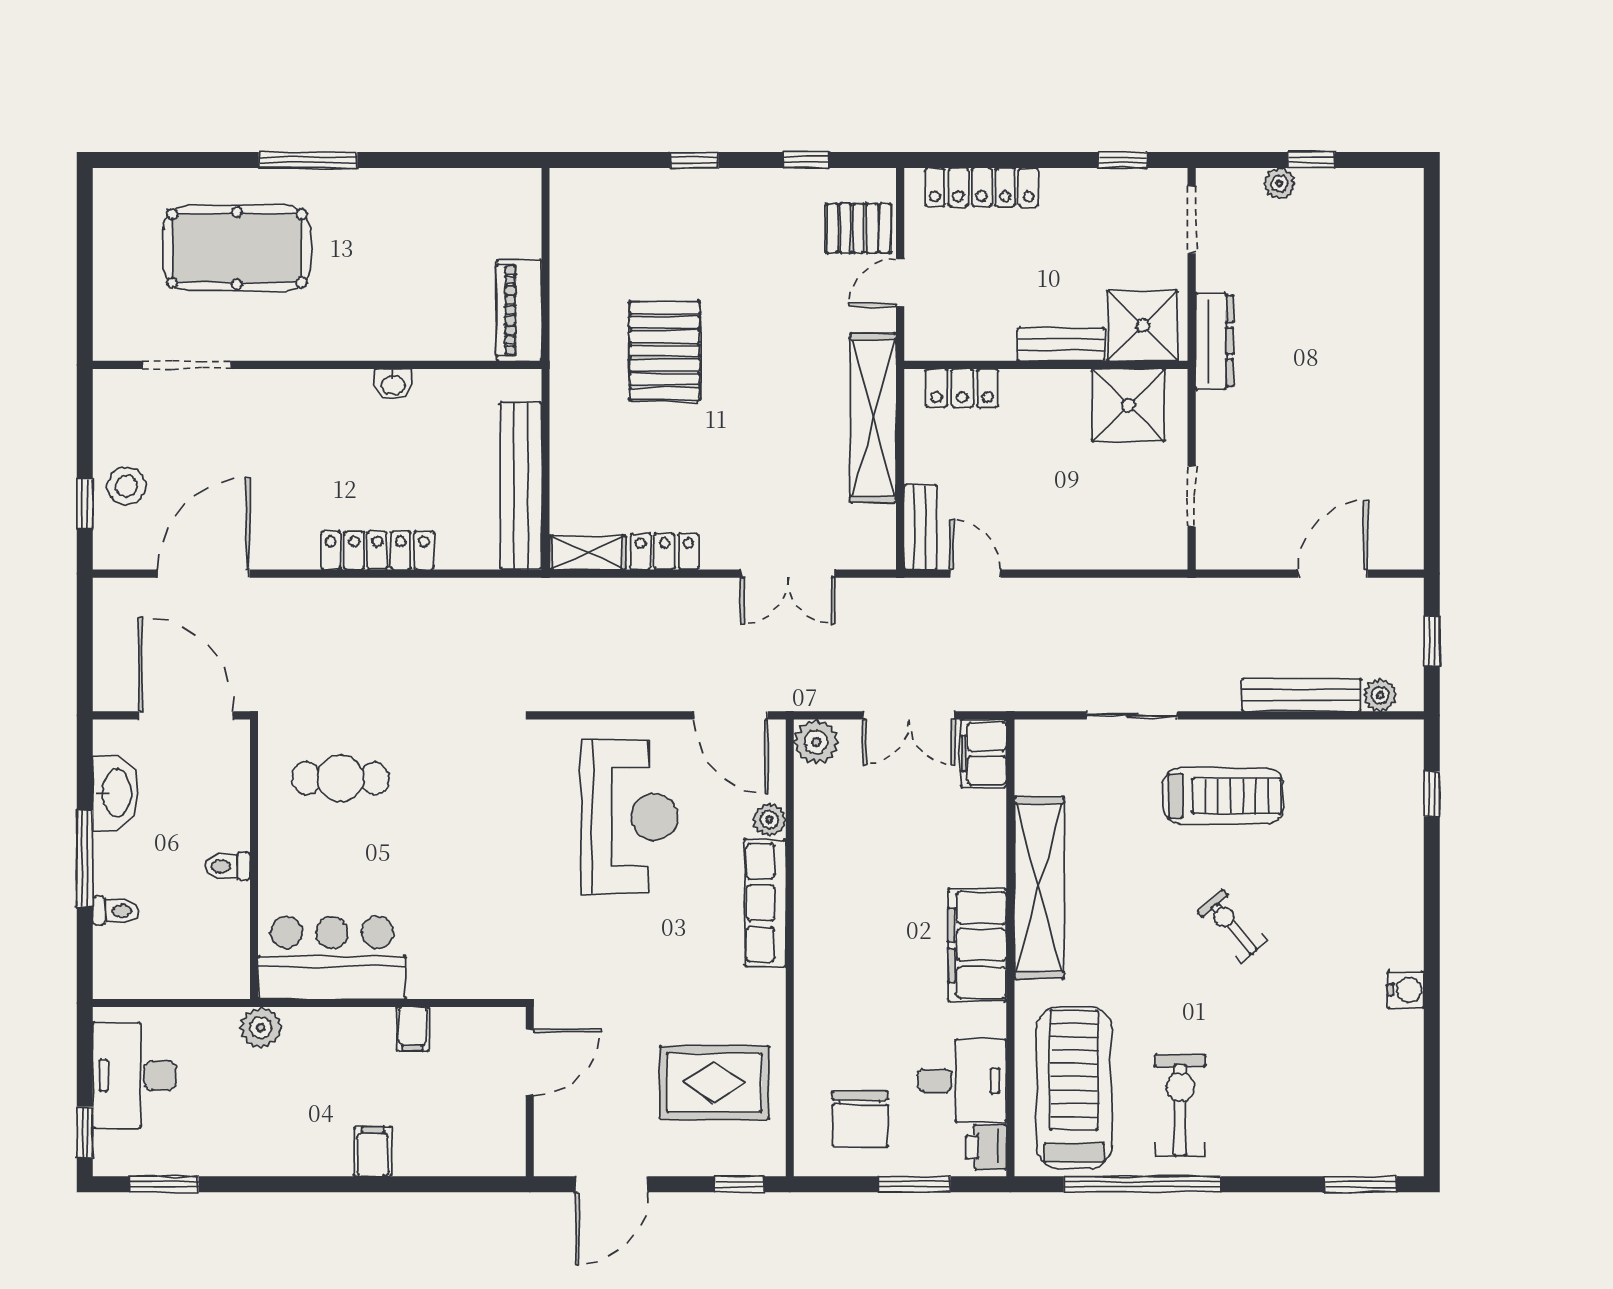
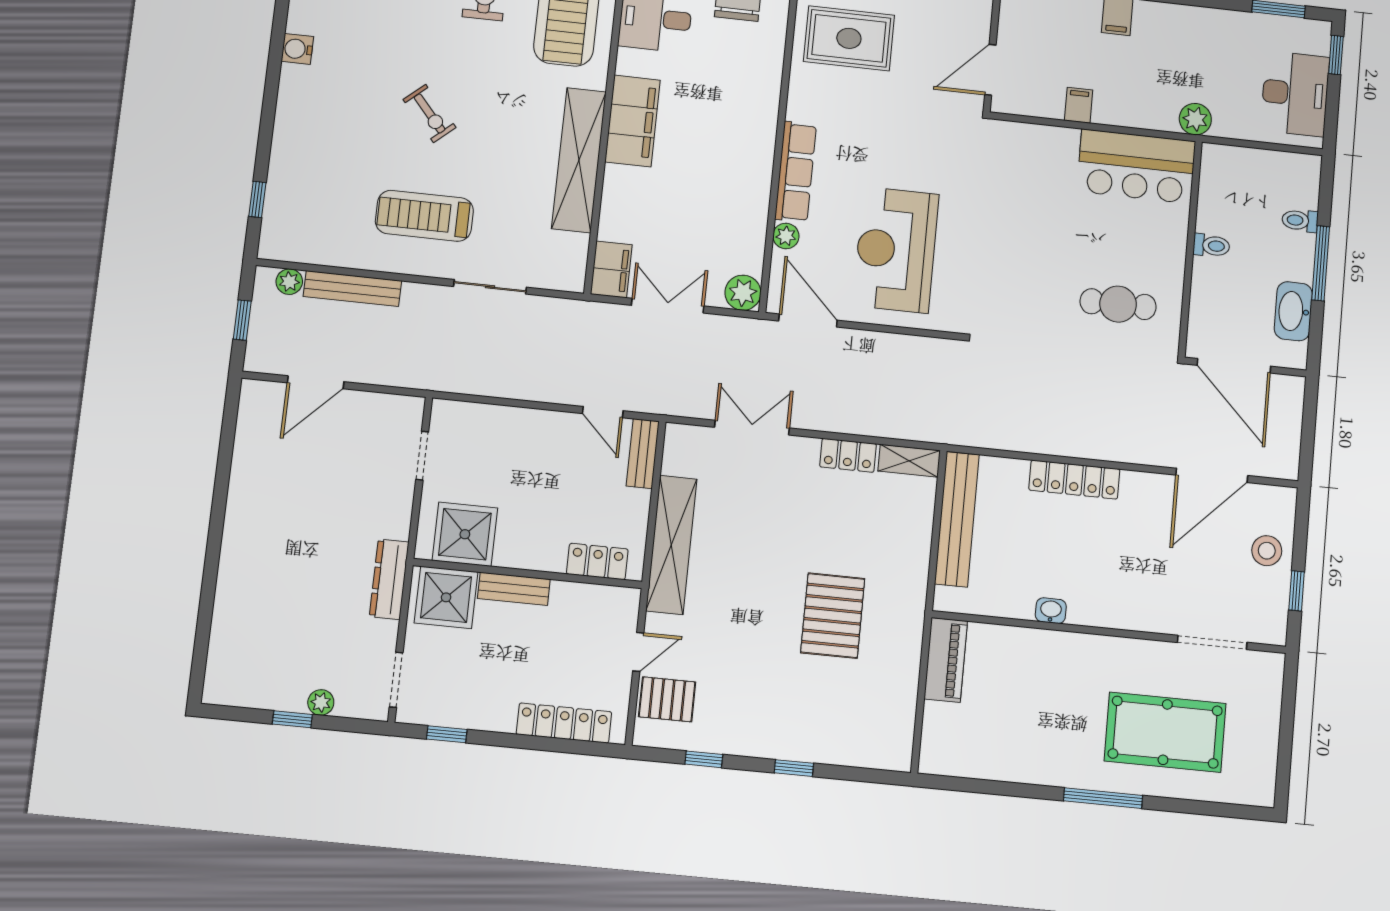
window: (85, 504) -> (1297, 591), moved

